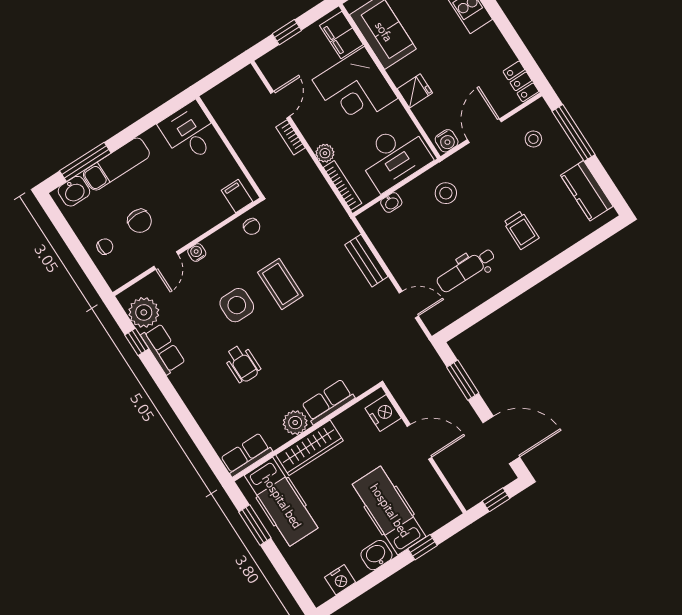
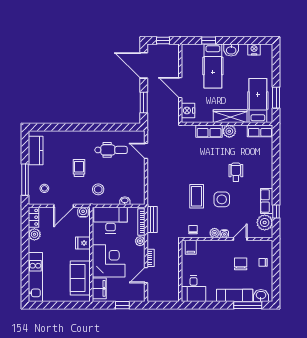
plant: (502, 55) -> (34, 234), added
trolley: (521, 230) -> (79, 168), moved
plant: (214, 244) -> (215, 233), added
bench: (366, 261) -> (152, 220), moved

